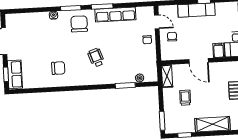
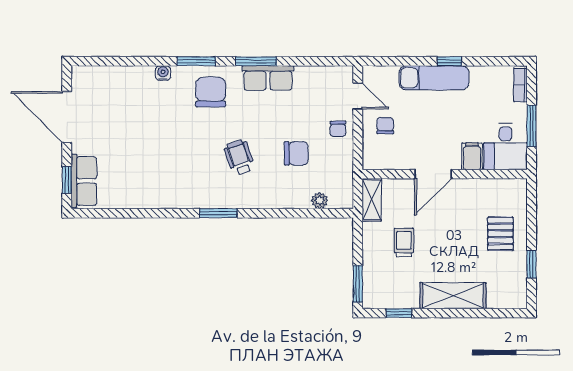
row of seats: (115, 14) -> (268, 78), width x0.68
door: (199, 61) -> (433, 174), hinge flipped
chair: (58, 68) -> (296, 153), moved
window: (125, 85) -> (218, 213), moved

